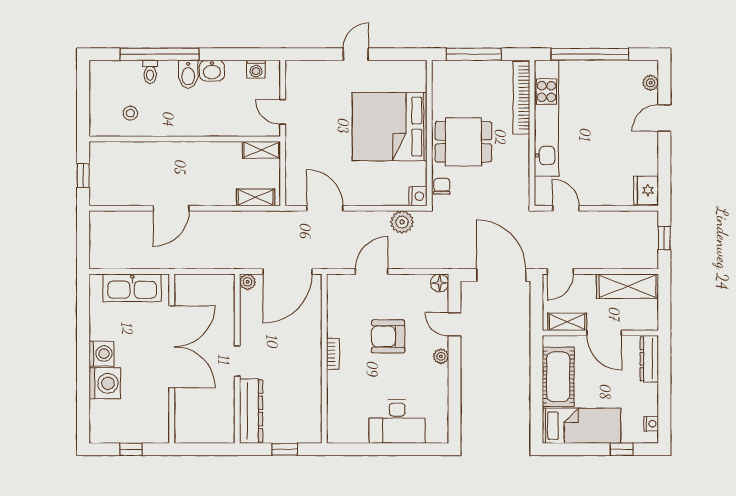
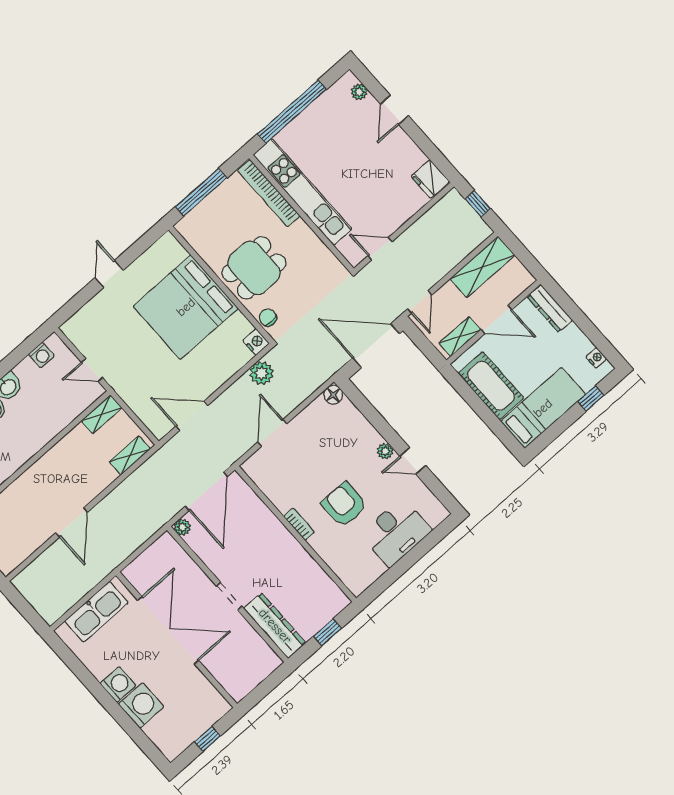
door: (454, 324) -> (413, 461), moved
armchair: (388, 336) -> (344, 505), moved, turned 90

